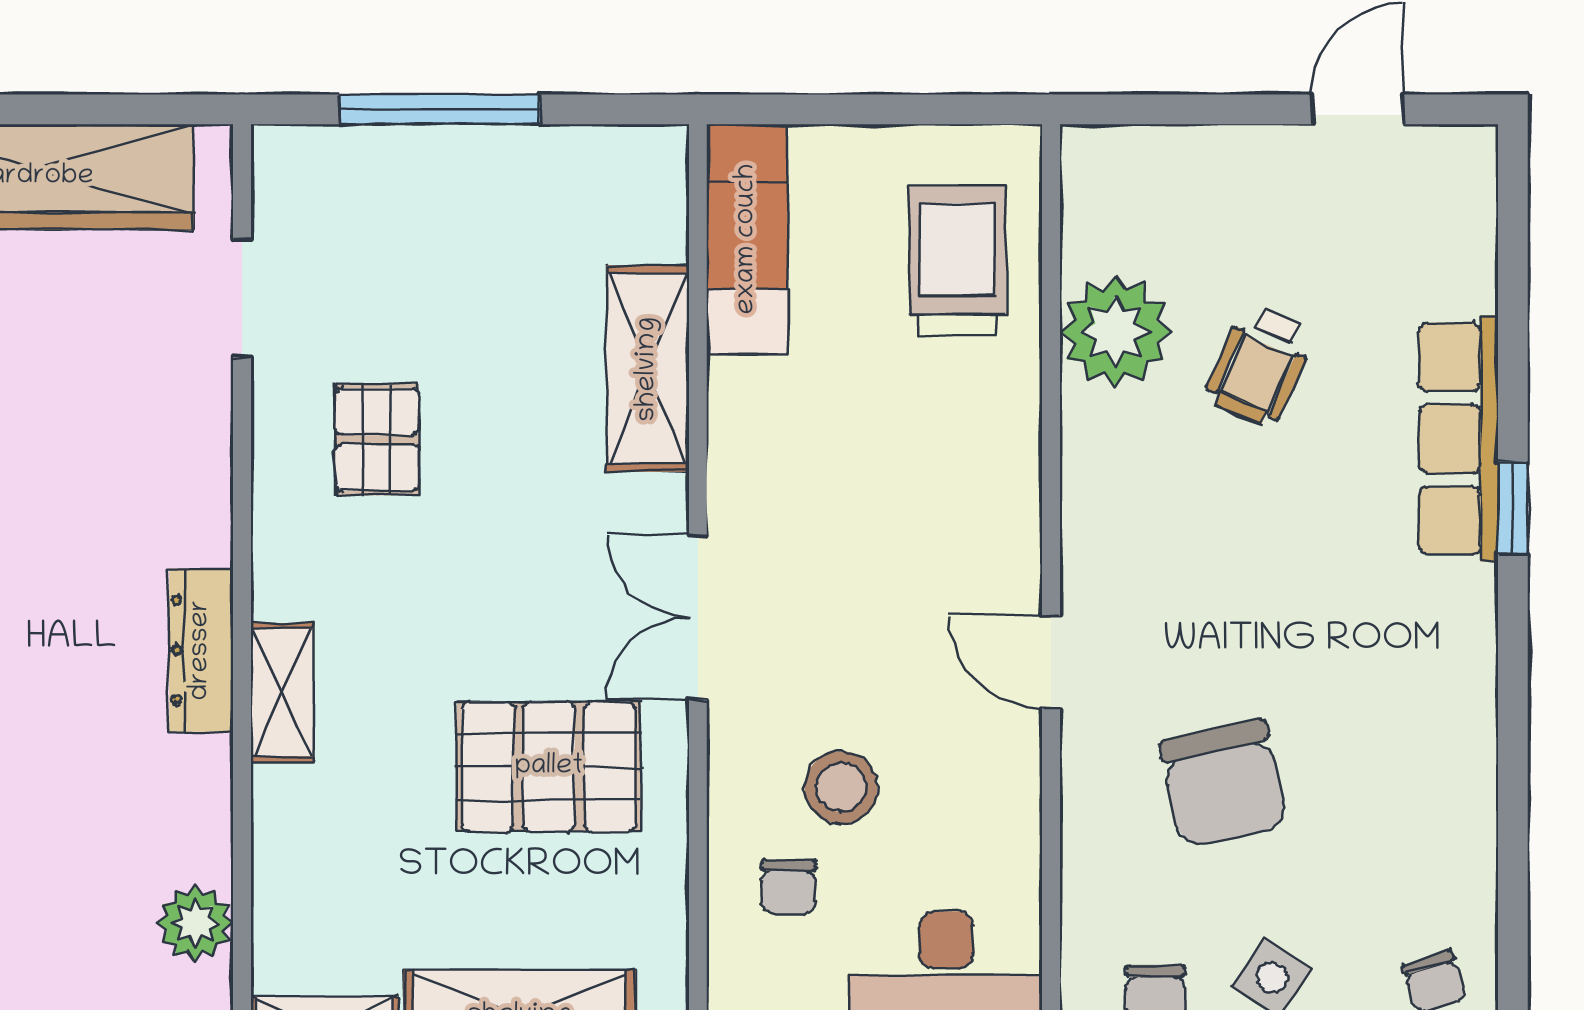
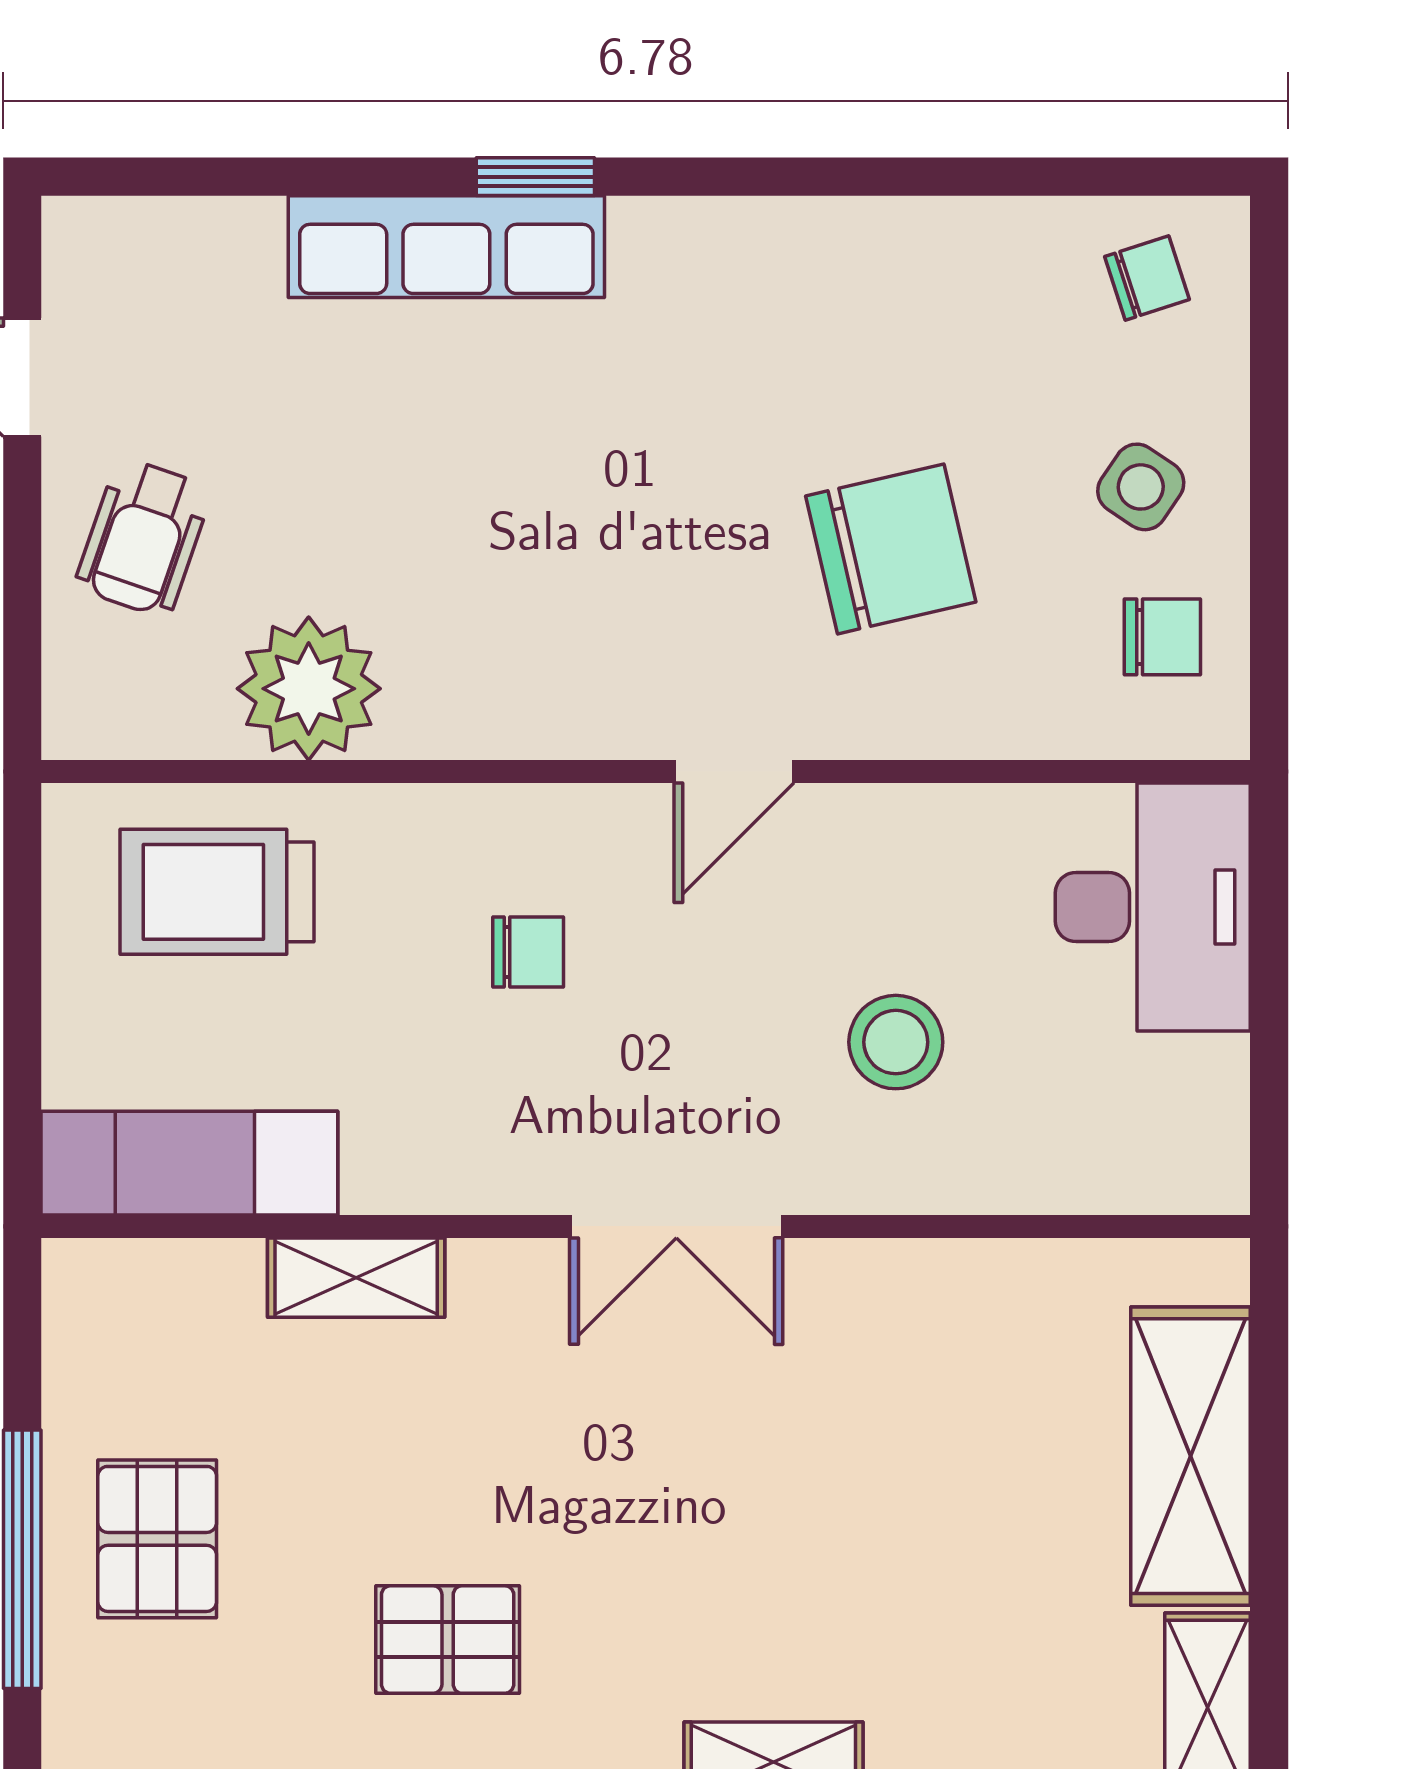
wheelchair: (1260, 365) -> (144, 538), moved, turned 85
shelving: (648, 369) -> (356, 1278), width x0.67, depth x0.75
pallet: (549, 767) -> (157, 1539), moved, width x0.67, depth x0.71
chair: (789, 887) -> (528, 952), moved

